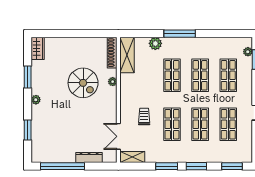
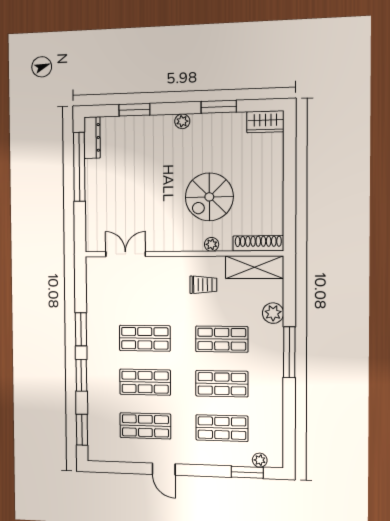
trolley: (144, 117) -> (203, 285), moved
dresser: (89, 157) -> (92, 138), moved
shelving: (132, 157) -> (94, 276), removed

